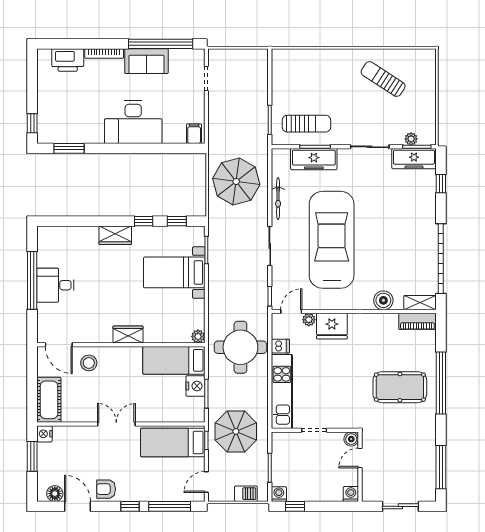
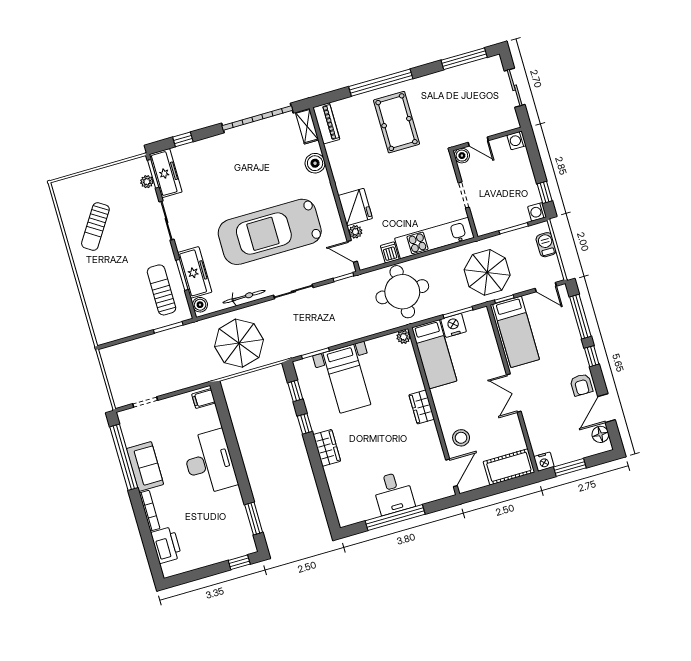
boiler: (282, 155) -> (200, 305), added

